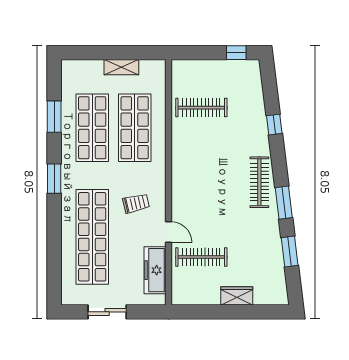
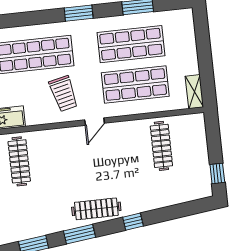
shelving: (121, 67) -> (194, 92), moved
window: (274, 125) -> (133, 222), moved
trolley: (136, 203) -> (64, 94), width x1.36, depth x1.39
door: (169, 232) -> (95, 122), moved

